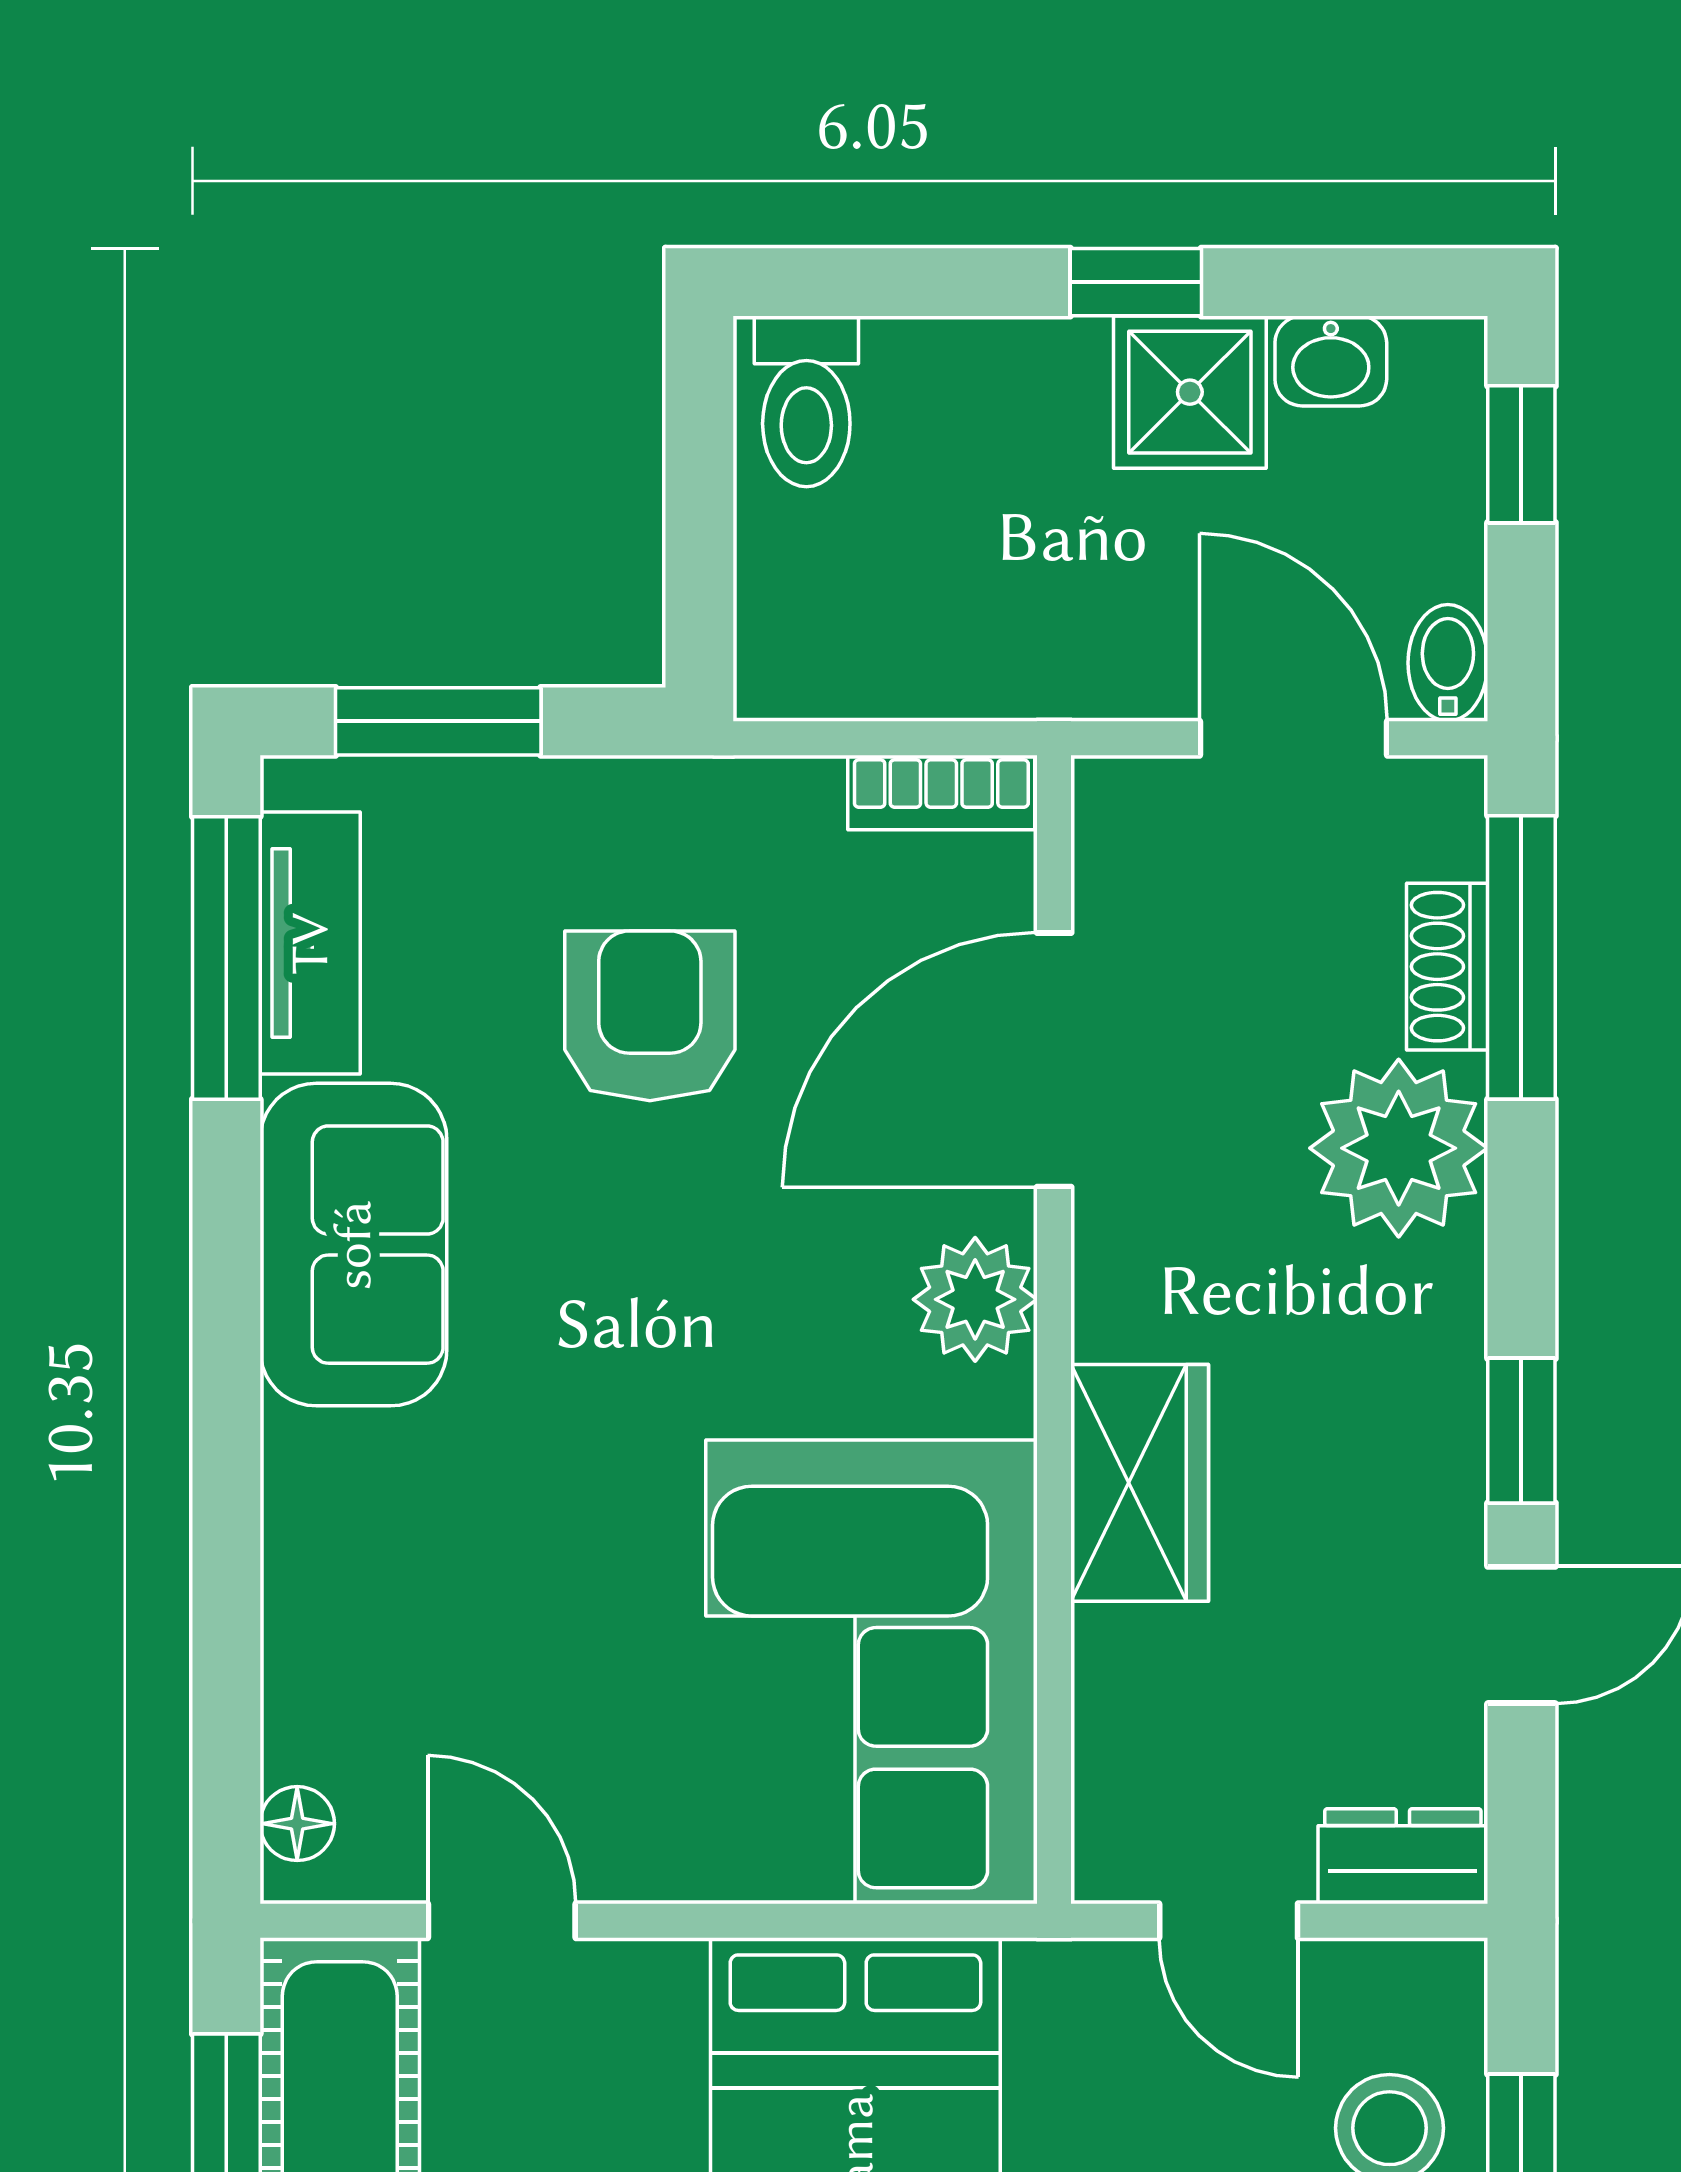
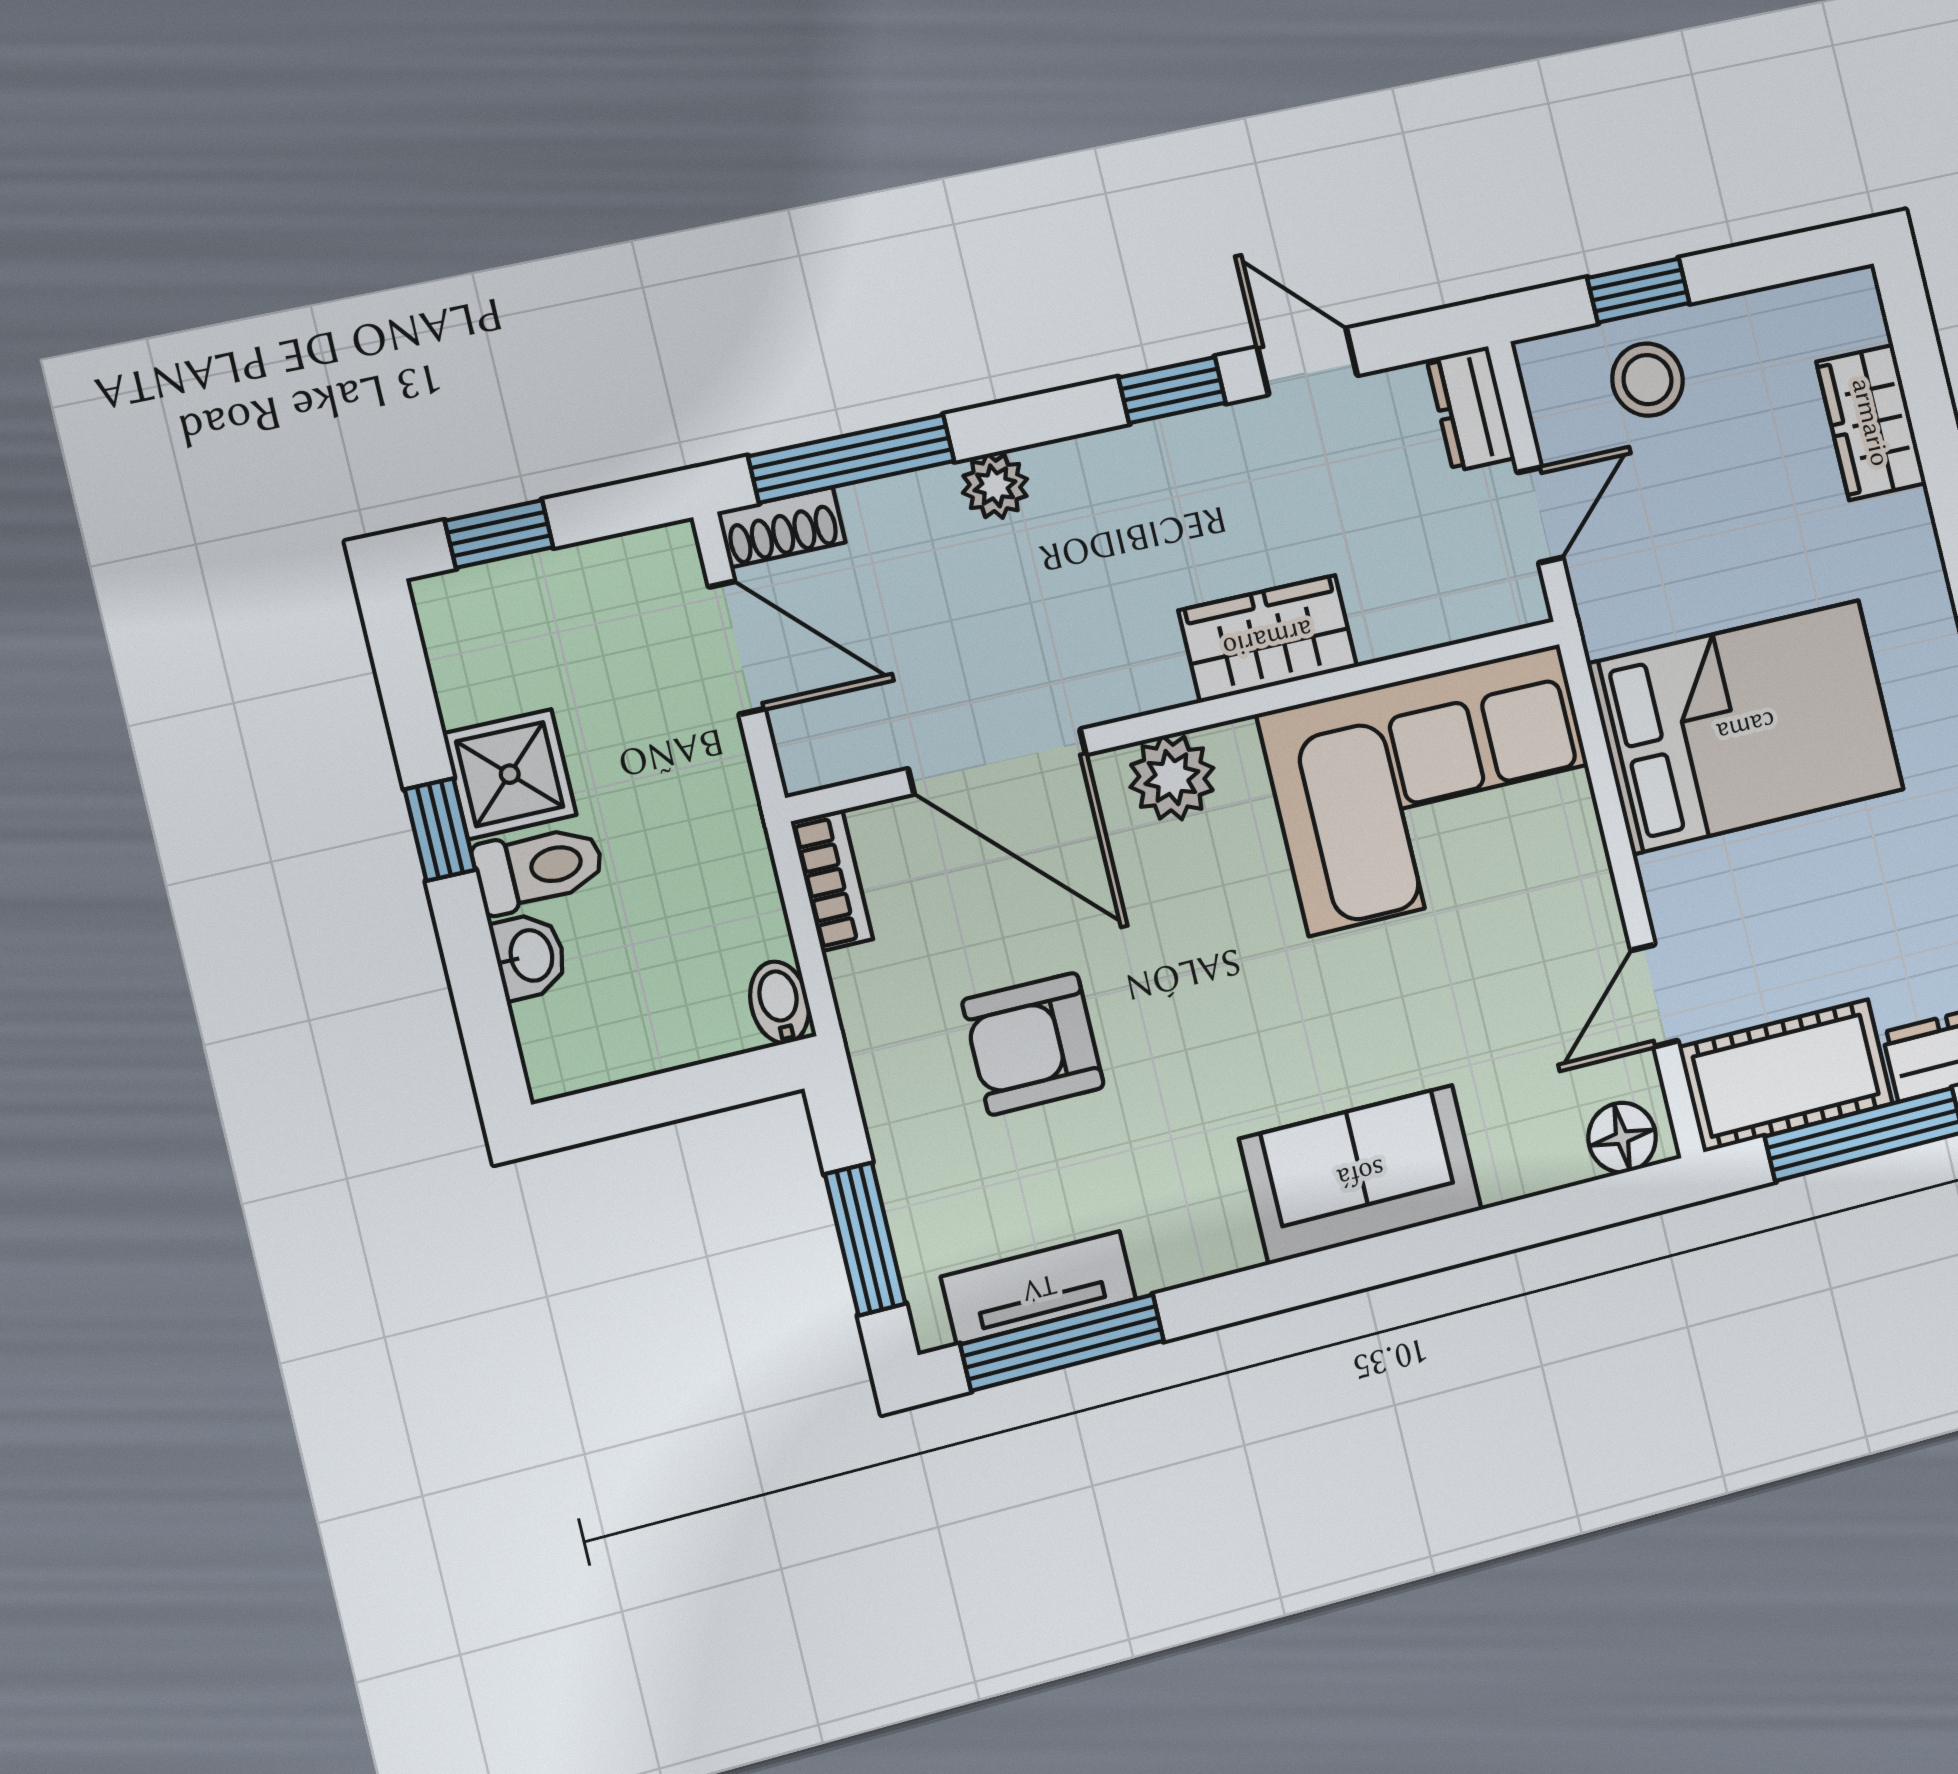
washbasin: (1331, 361) -> (530, 956), moved
toilet: (806, 401) -> (539, 868), moved
bidet: (1448, 663) -> (780, 1002), moved, turned 90
door: (1294, 738) -> (737, 648), swing flipped
shoe rack: (1447, 967) -> (781, 527), moved
plant: (1399, 1148) -> (995, 486), width x0.53, depth x0.53
sofa: (353, 1245) -> (1361, 1174), moved
floor lamp: (297, 1824) -> (1622, 1138), width x1.37, depth x1.37

